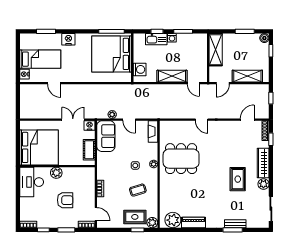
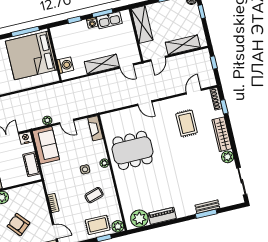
kitchen sink: (156, 39) -> (109, 20), moved
rug: (238, 179) -> (187, 123), moved
armchair: (65, 200) -> (18, 225), turned -131

